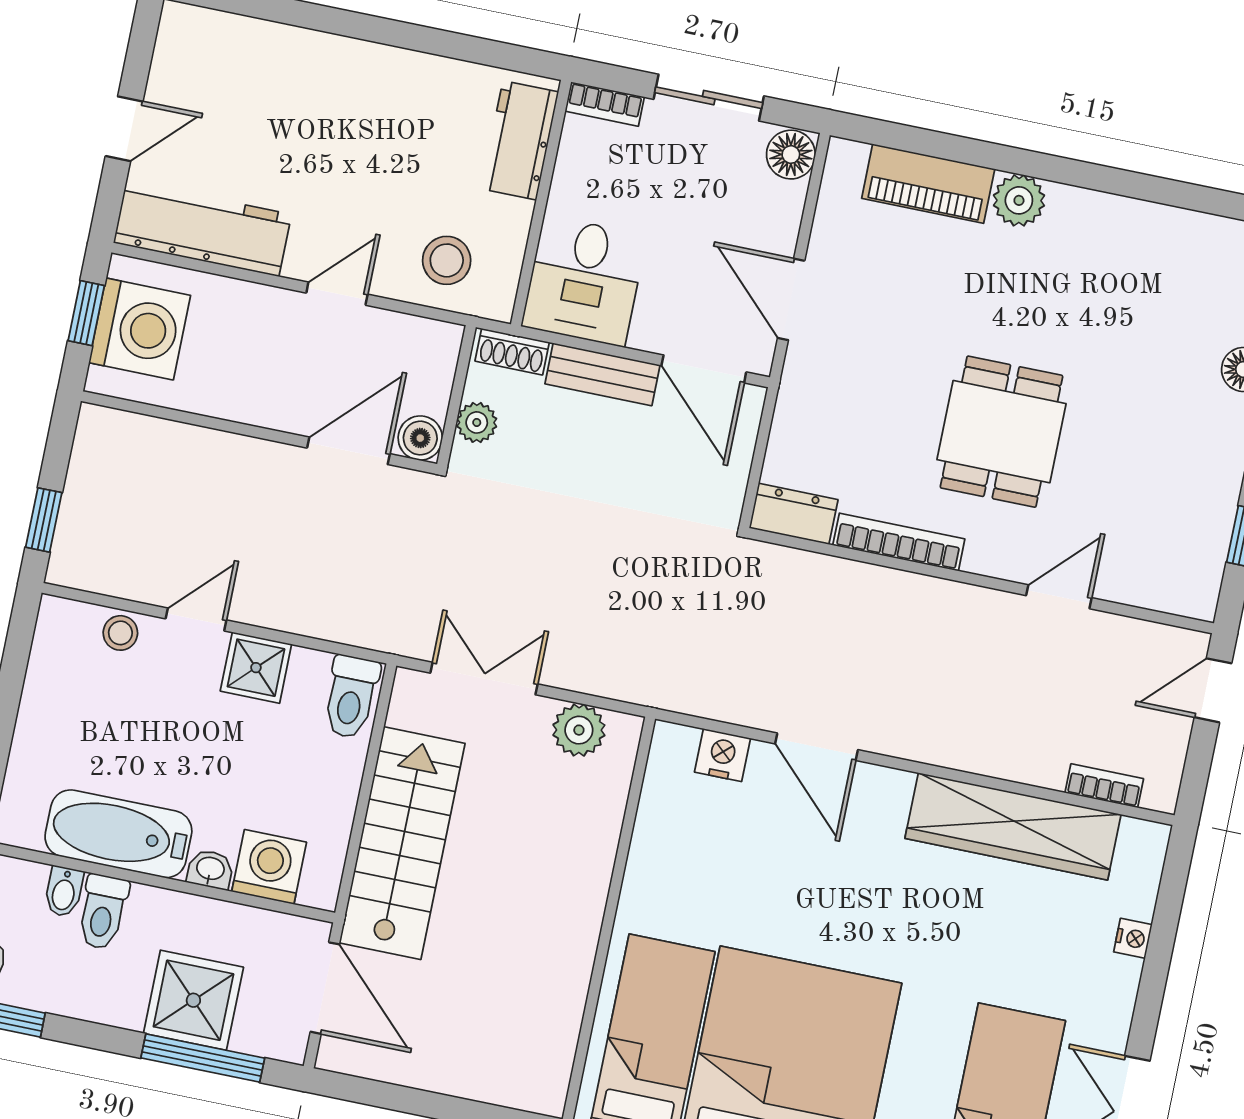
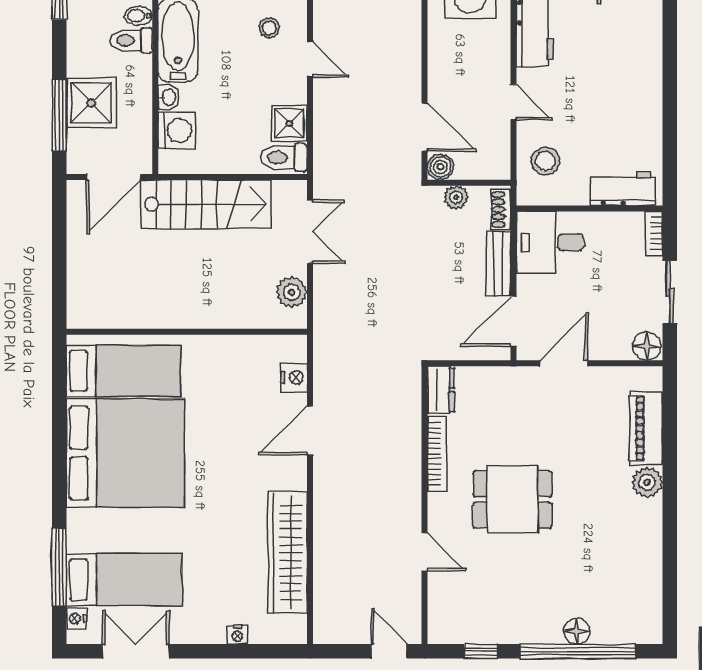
stool: (120, 633) -> (269, 28), moved
shower: (256, 668) -> (289, 123), moved
bookcase: (1104, 786) -> (322, 600), removed

